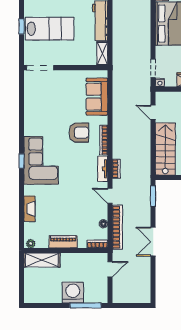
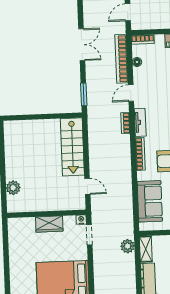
plant: (119, 57) -> (128, 246), added
door: (110, 196) -> (131, 93), swing flipped

